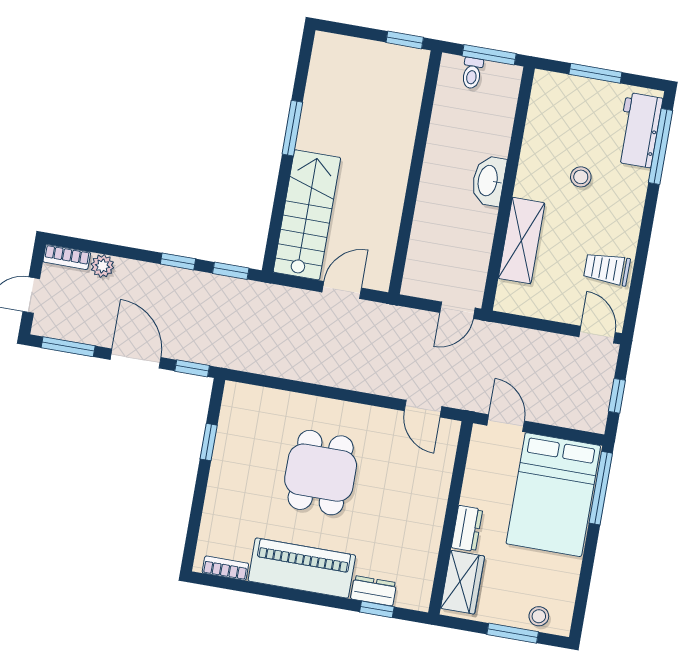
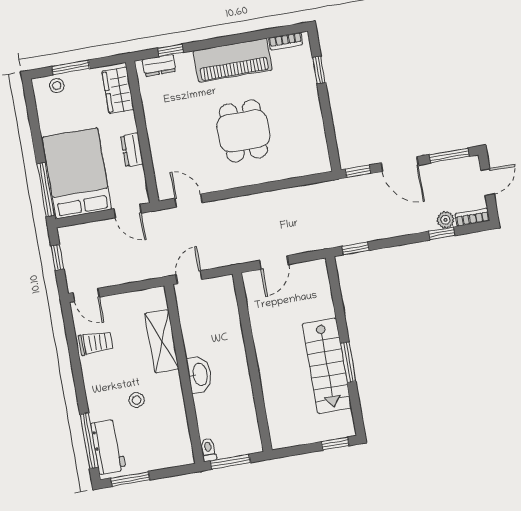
window: (405, 40) -> (335, 444), moved
toilet: (472, 73) -> (208, 450), moved
window: (595, 73) -> (130, 479), moved
stairs: (307, 215) -> (327, 366), moved
window: (178, 261) -> (442, 233), moved
window: (209, 442) -> (319, 70), moved
dresser: (467, 528) -> (132, 150), moved
dresser: (373, 591) -> (159, 65), moved

